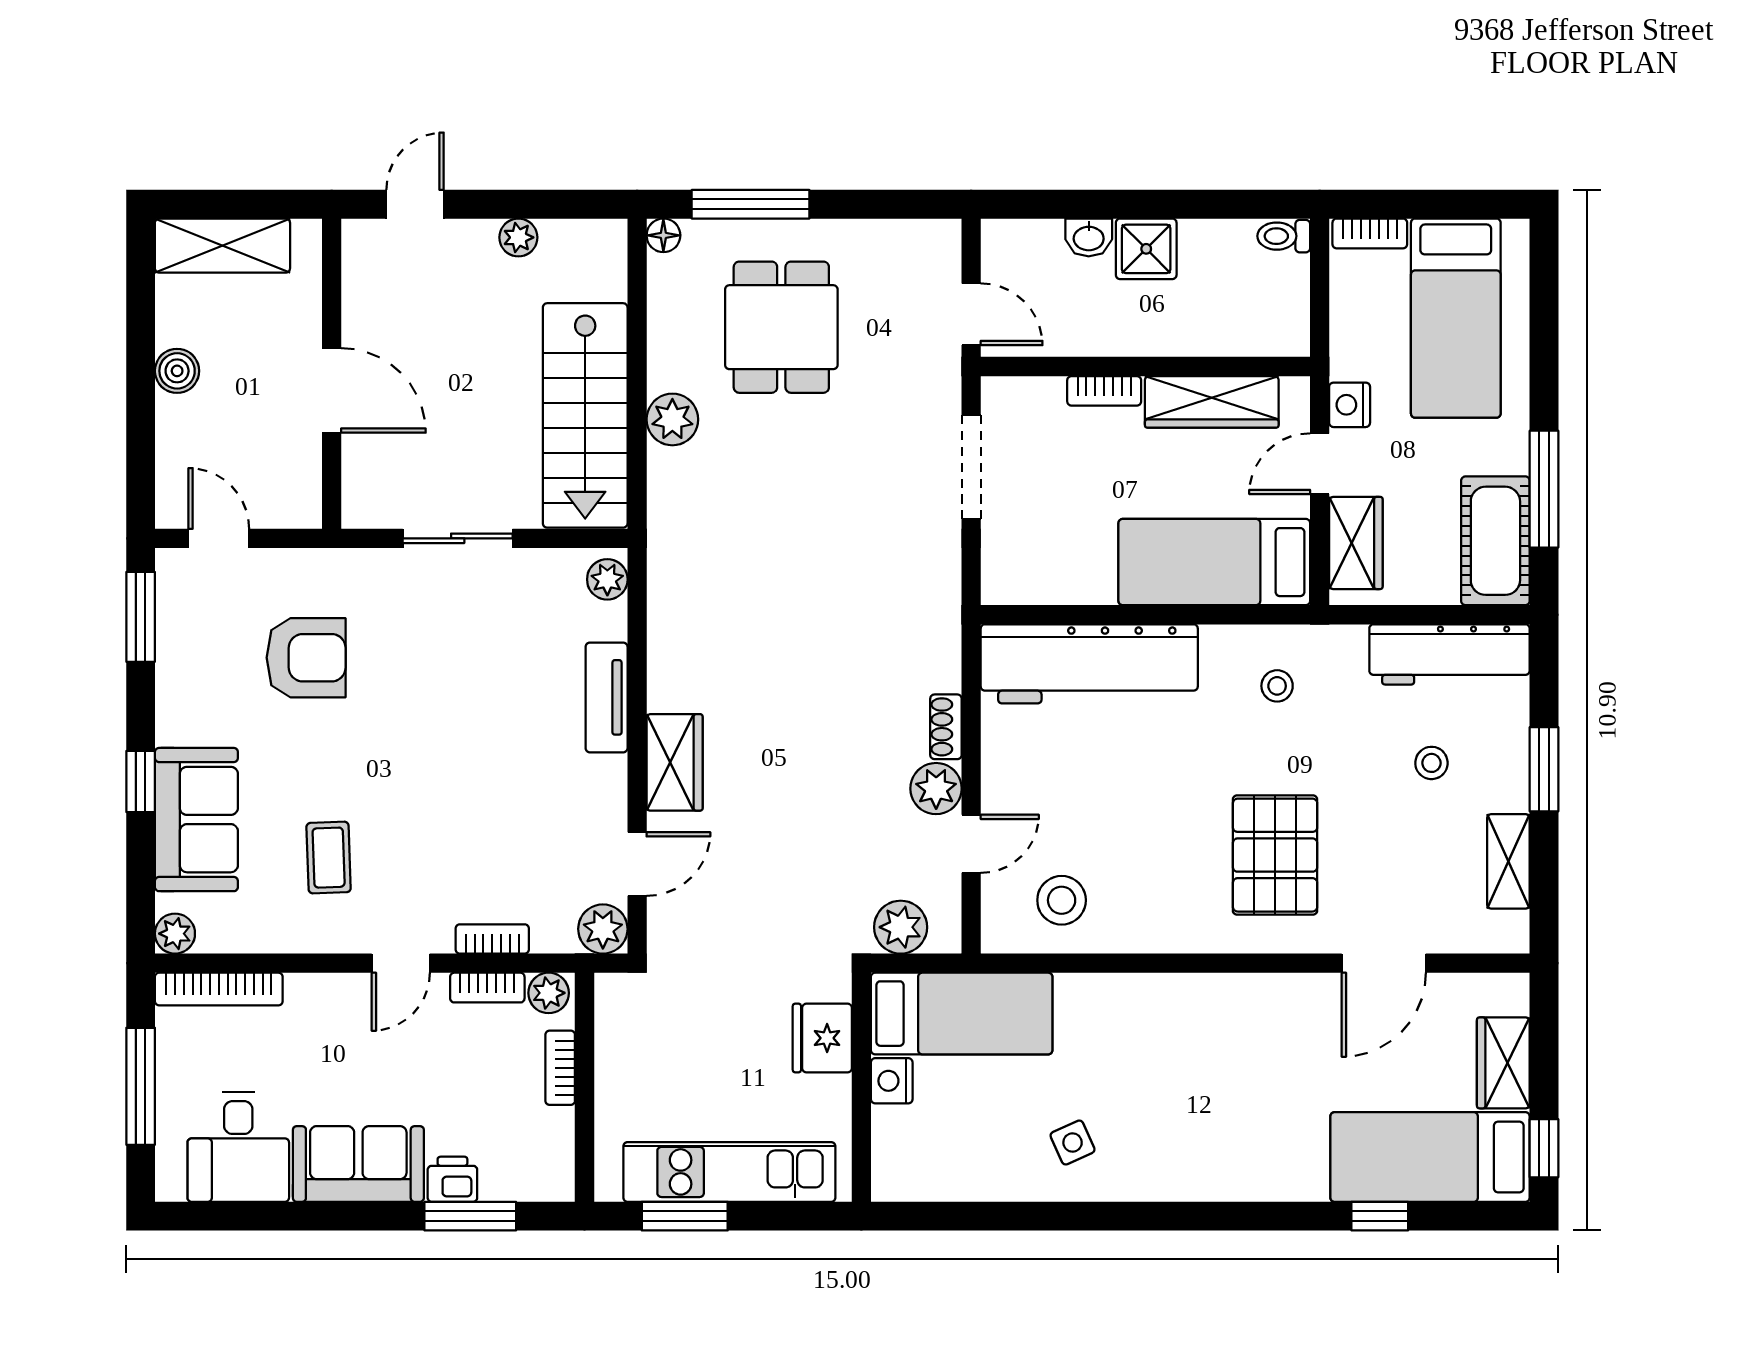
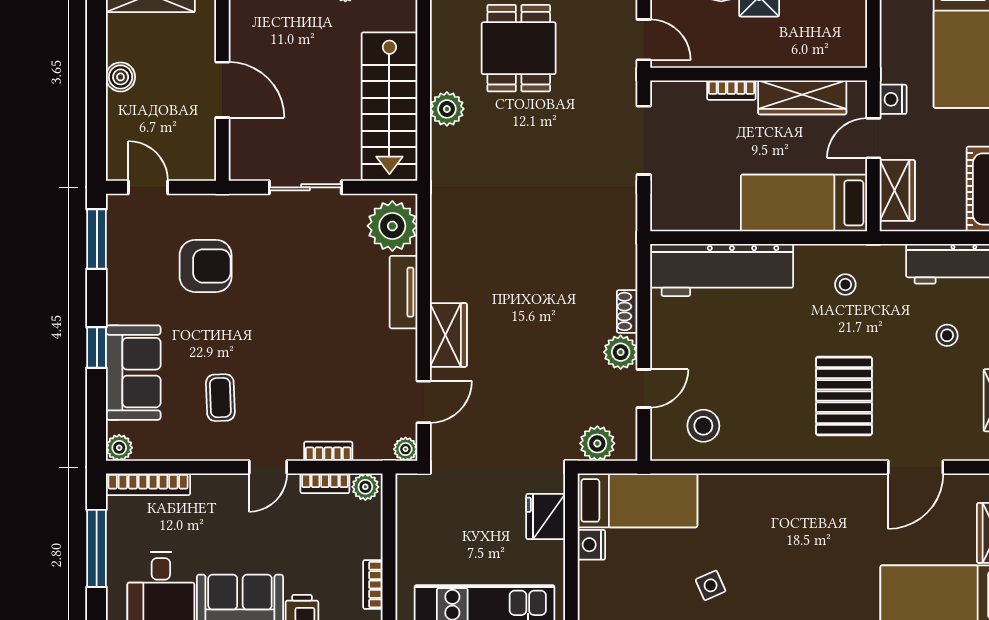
plant: (607, 579) -> (392, 226), width x1.87, depth x1.87
plant: (603, 929) -> (406, 449), width x0.73, depth x0.73
bookcase: (560, 1068) -> (373, 585), moved

